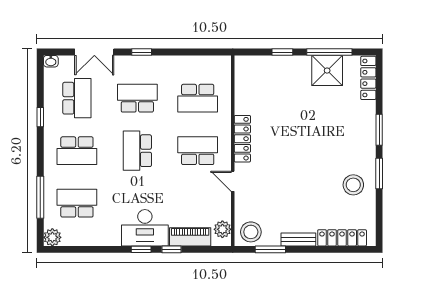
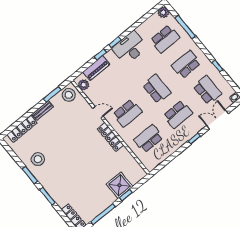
shower: (327, 71) -> (119, 185), moved
school desk: (77, 98) -> (207, 90), turned 180
desk: (145, 228) -> (130, 48), moved

